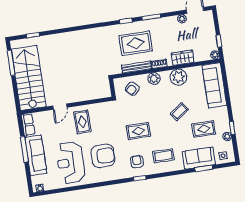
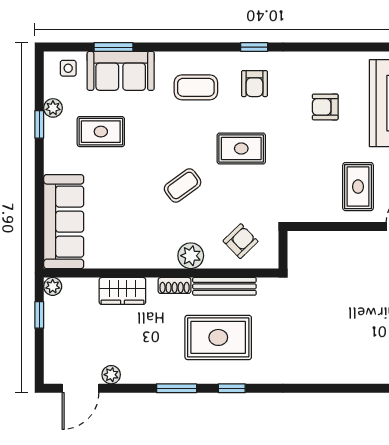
plant: (178, 77) -> (138, 251), removed
coffee table: (179, 112) -> (183, 185), moved
armchair: (103, 156) -> (325, 107), width x0.53, depth x0.53

